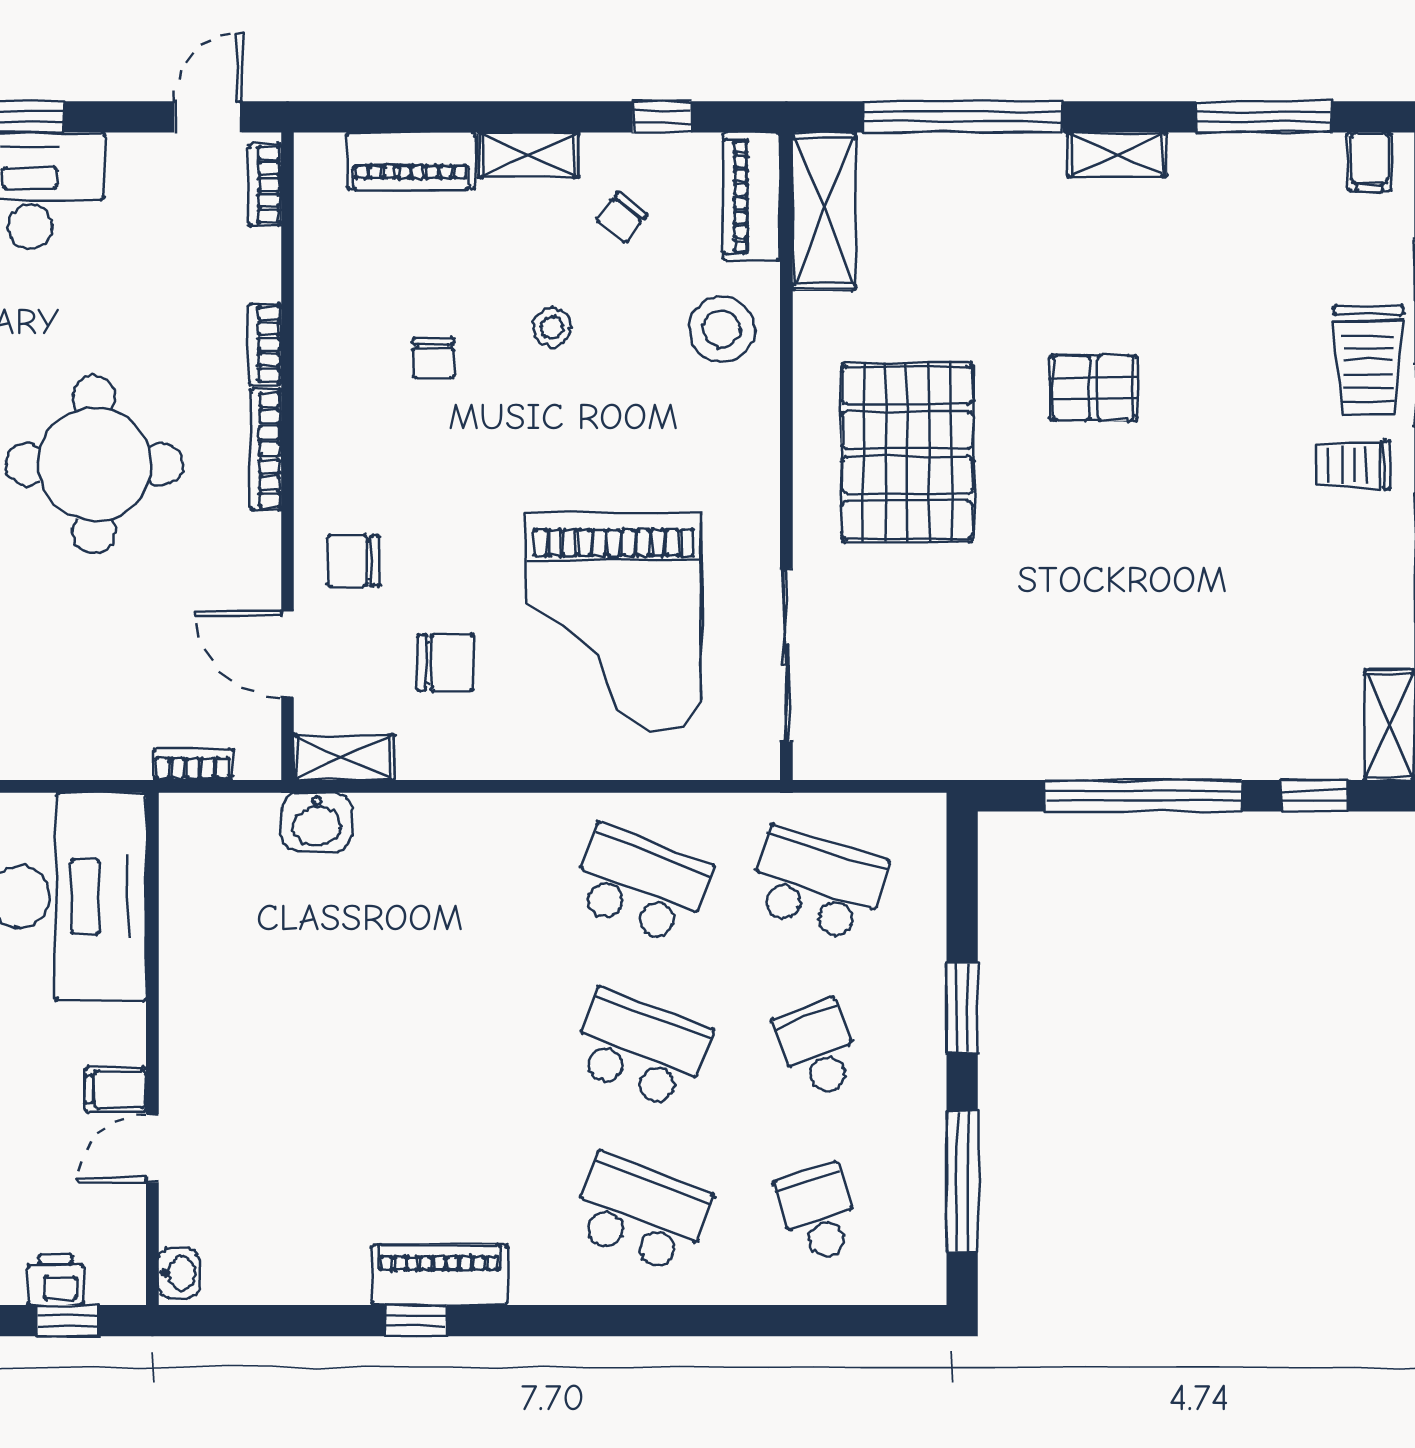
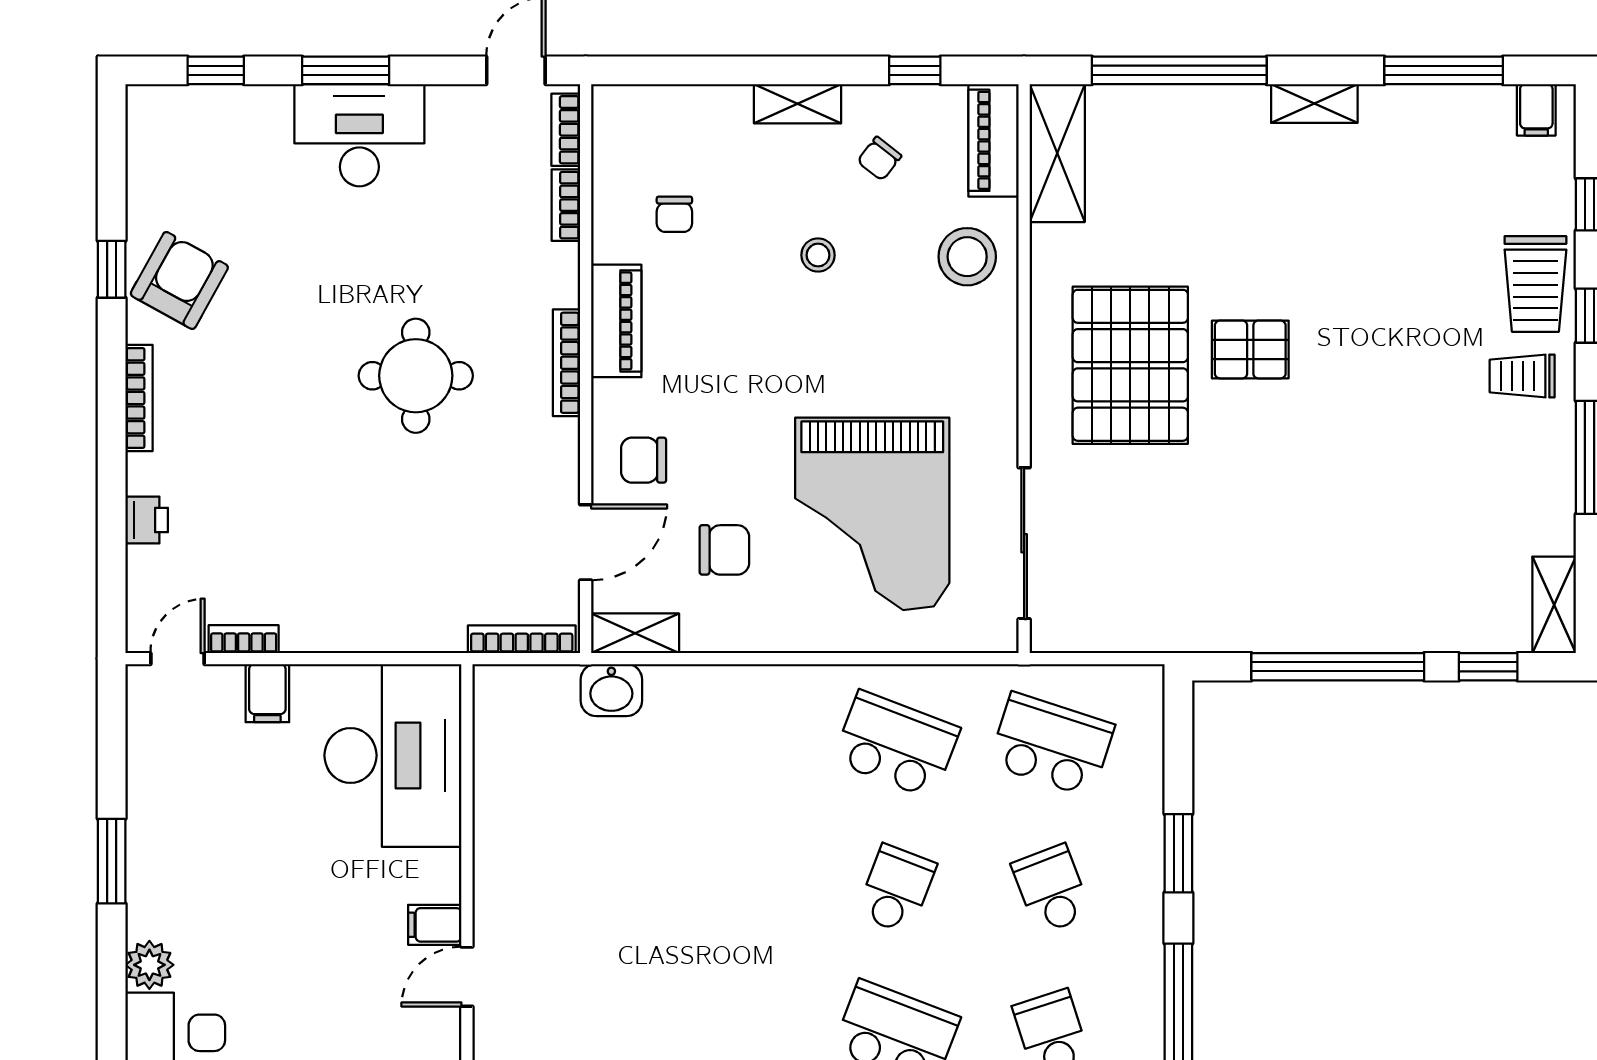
piano: (411, 161) -> (616, 321), moved, turned -90
bookcase: (265, 344) -> (566, 205), moved
chair: (434, 358) -> (674, 214), moved
pallet: (1093, 388) -> (1250, 349), moved
round table: (94, 464) -> (416, 376), width x0.73, depth x0.73
door: (287, 654) -> (586, 542), swing flipped
bookcase: (193, 764) -> (522, 639), width x1.56
school desk: (641, 1049) -> (896, 889), width x0.54

